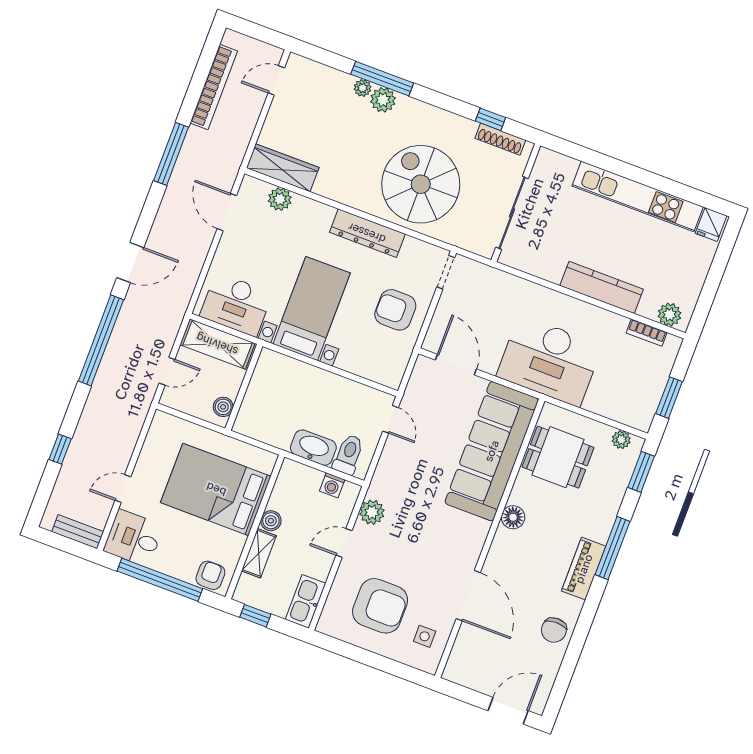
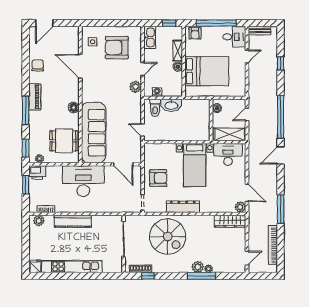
plant: (280, 199) -> (240, 207), moved
printer: (636, 413) -> (37, 172), added

